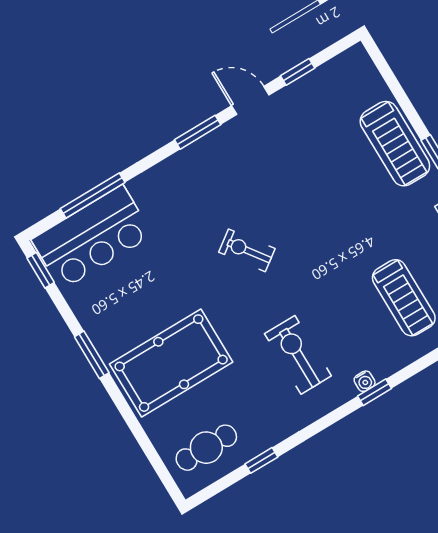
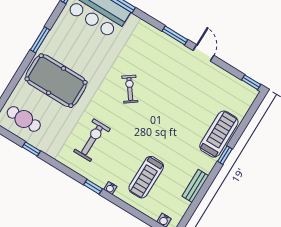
window: (298, 72) -> (251, 82), moved
treadmill: (395, 144) -> (219, 134), turned 180
water cooler: (365, 381) -> (110, 188), moved

